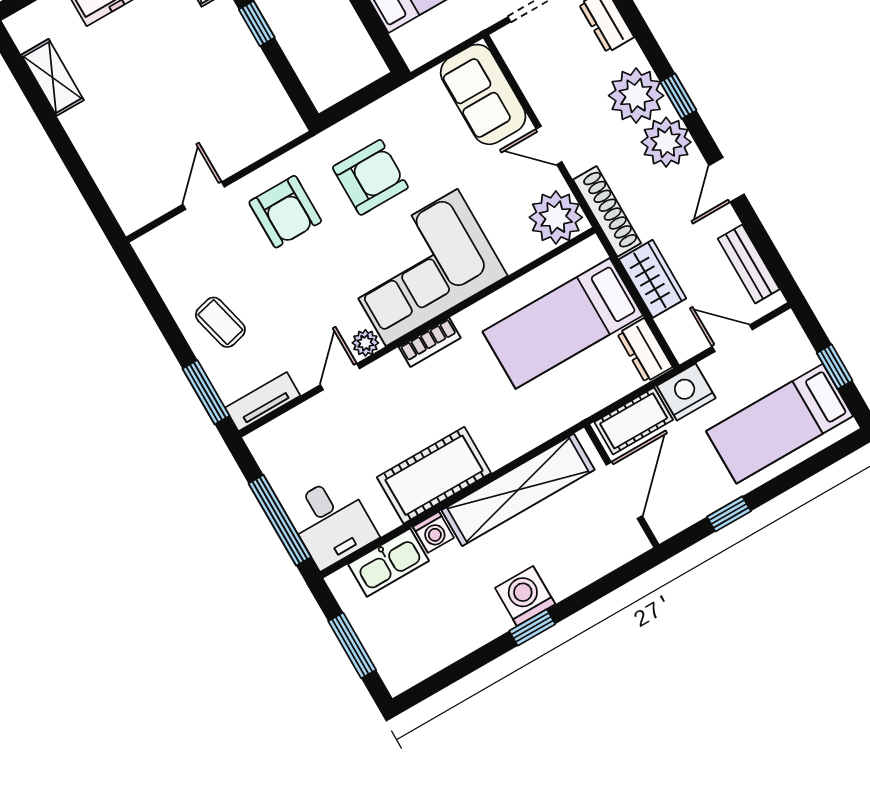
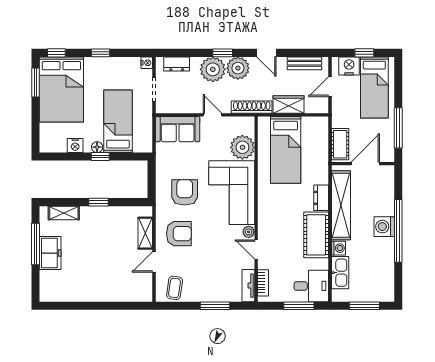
shelving: (53, 77) -> (145, 233), moved, turned 90
door: (549, 145) -> (213, 115), swing flipped
door: (204, 196) -> (154, 262), hinge flipped
plant: (556, 217) -> (242, 147), moved
coffee table: (220, 322) -> (175, 288), moved, turned -68
bookcase: (430, 342) -> (263, 283), moved
dresser: (645, 350) -> (321, 198), moved, turned 90
window: (206, 392) -> (215, 306), moved
nightstand: (686, 392) -> (349, 66), moved, turned 90
door: (624, 490) -> (365, 164), hinge flipped
window: (729, 514) -> (398, 128), width x2.17
window: (280, 520) -> (299, 306), width x0.69
window: (532, 627) -> (398, 231), width x3.17

